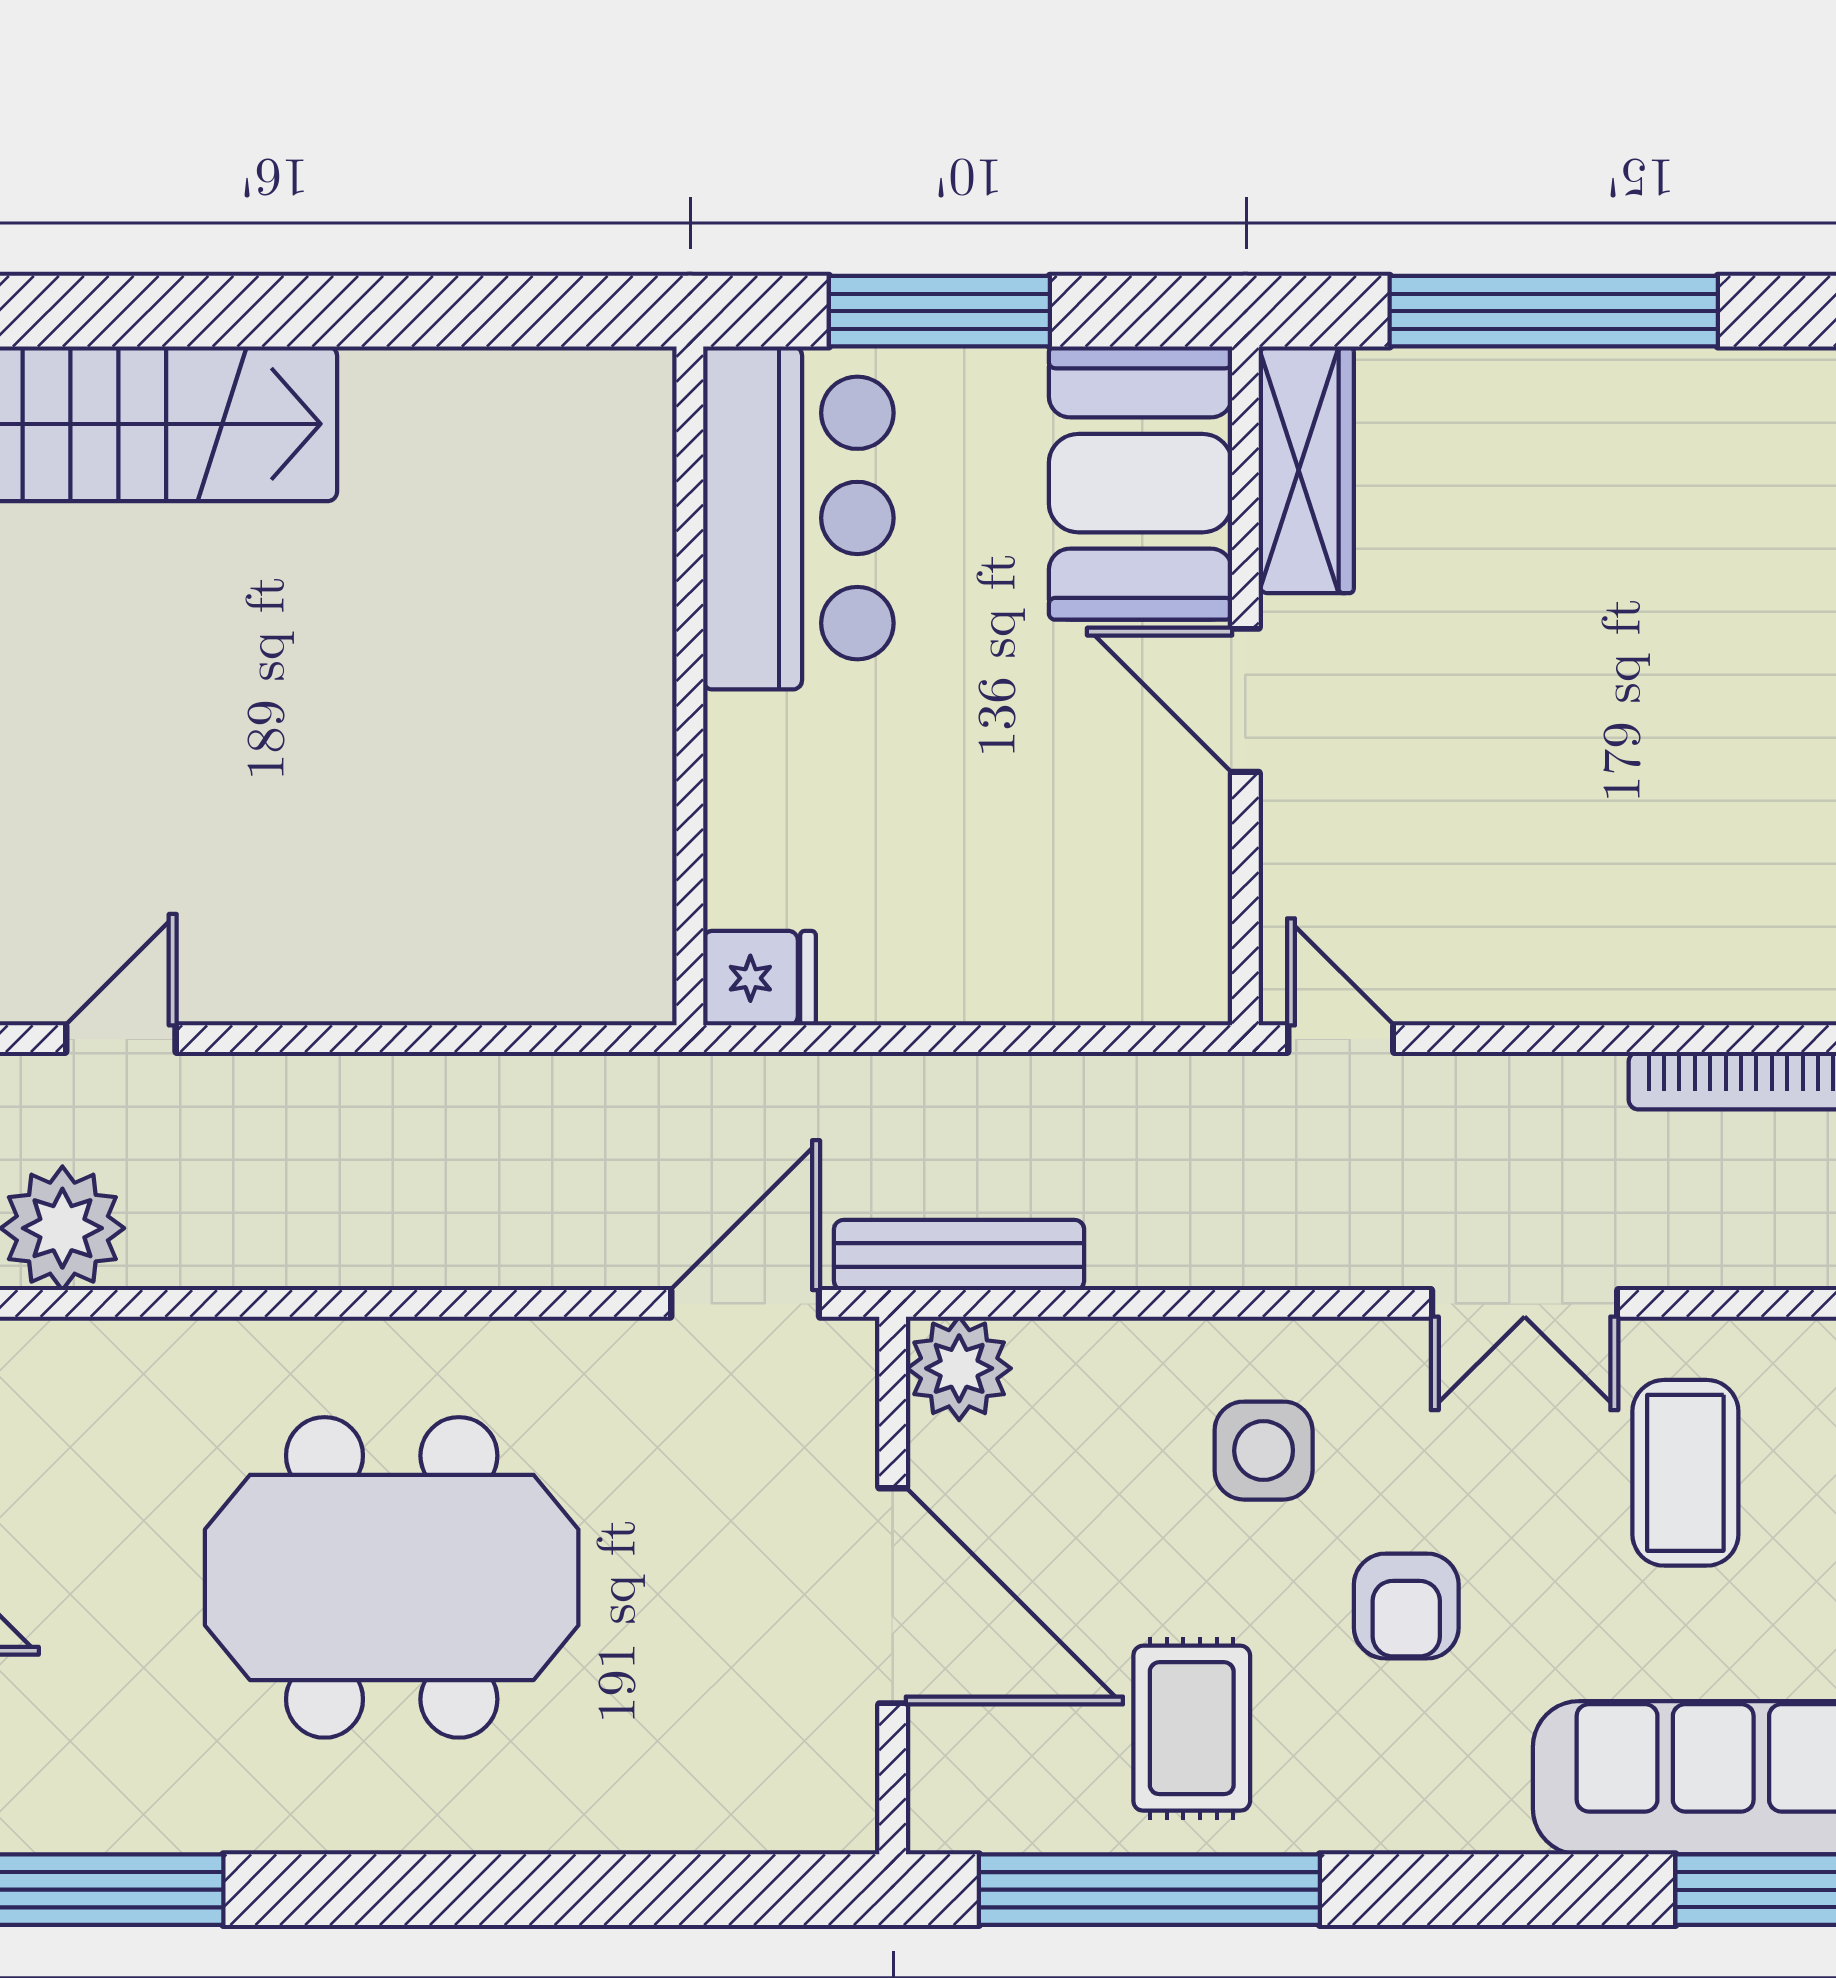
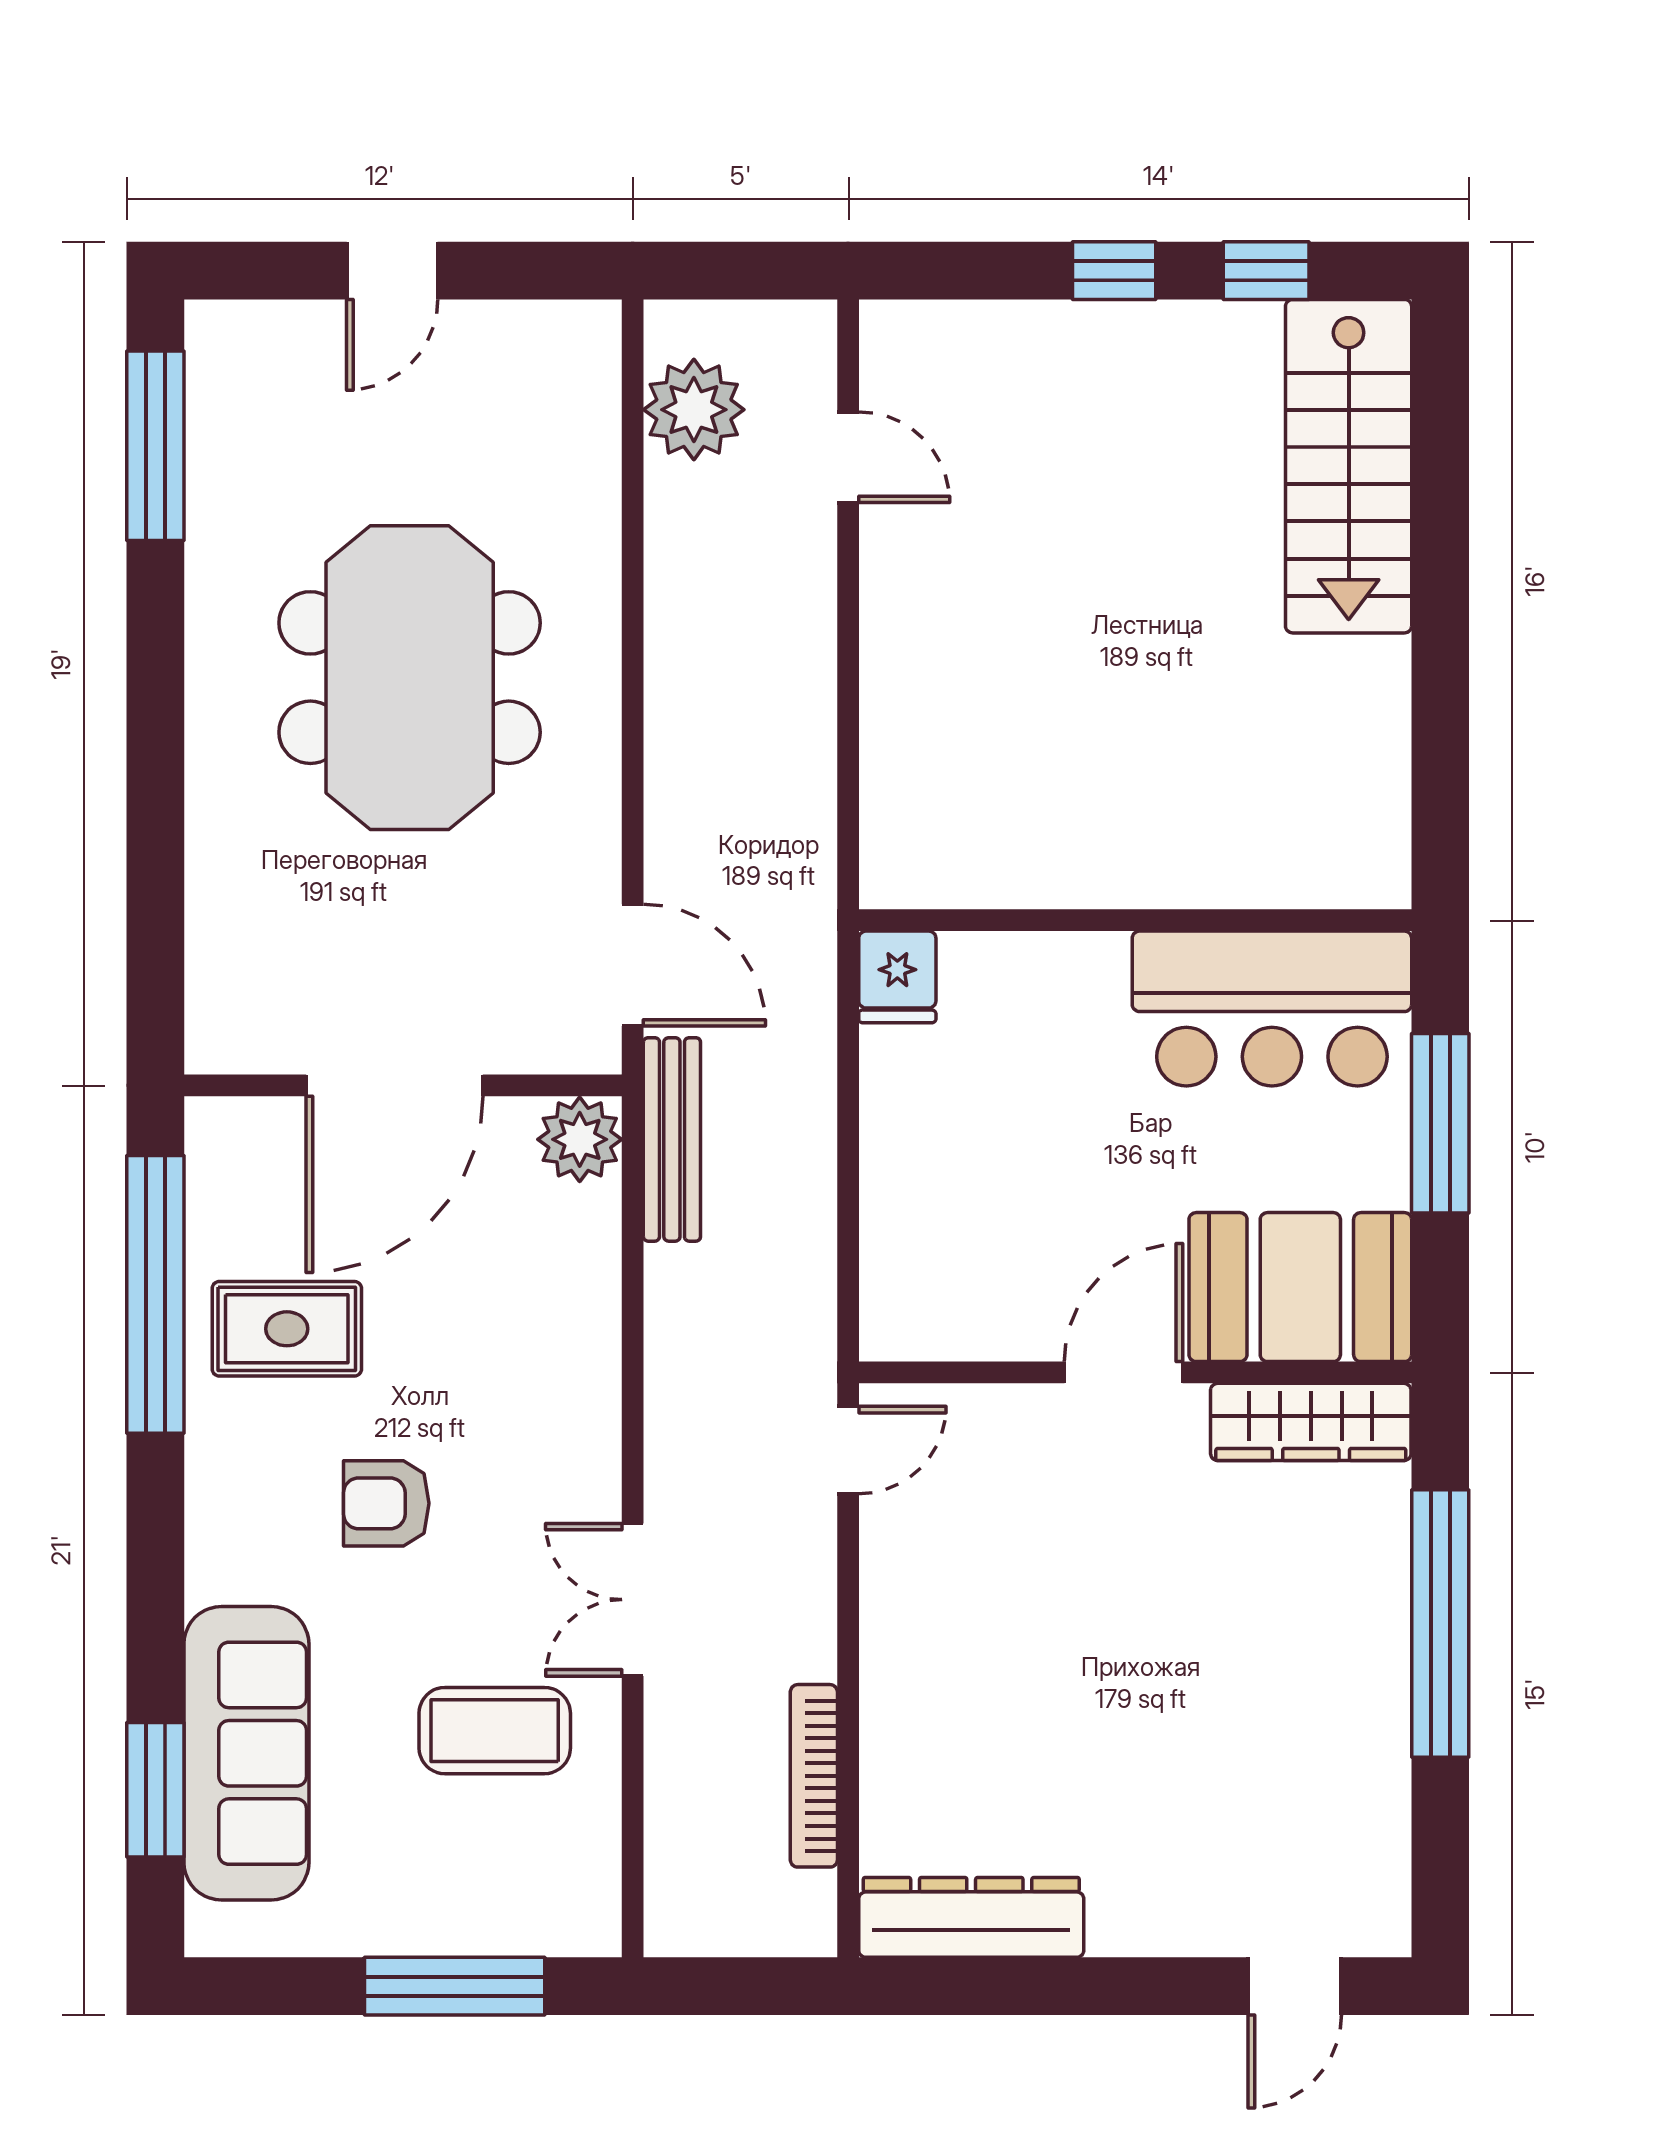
side table: (1264, 1451) -> (513, 1387), removed

